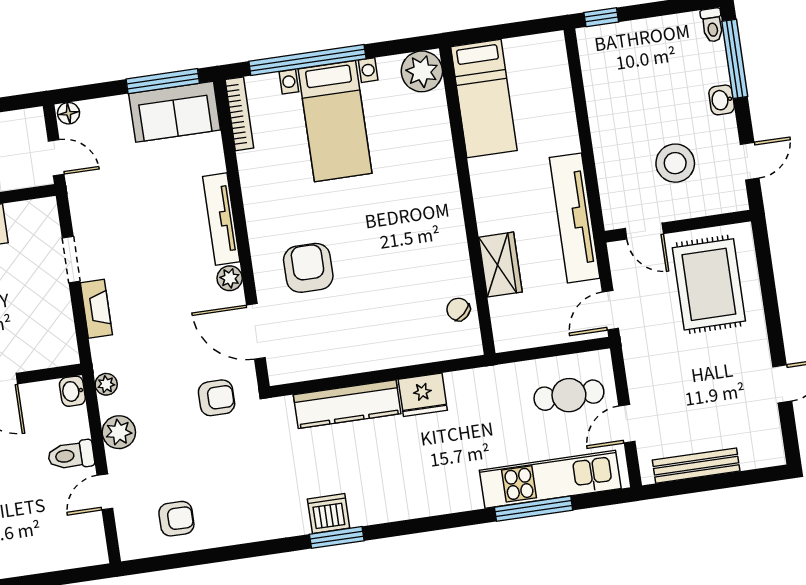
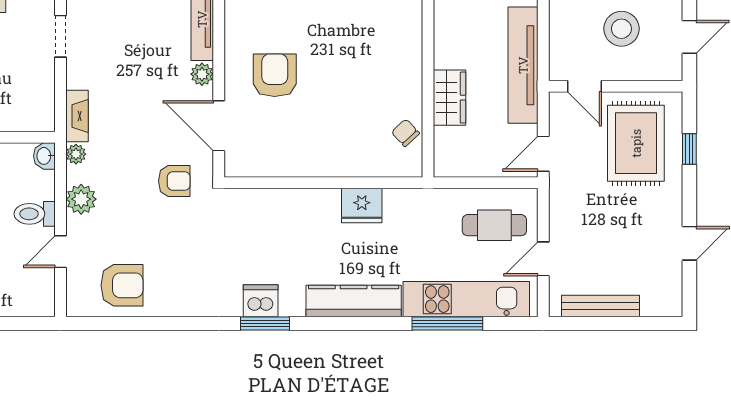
window: (767, 282) -> (689, 149), added
fireplace: (96, 309) -> (77, 116), moved
kitchen counter: (347, 404) -> (354, 301), moved, turned 180
armchair: (176, 519) -> (122, 285), width x1.38, depth x1.38

